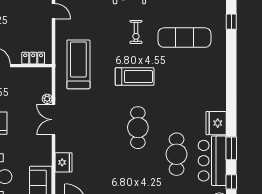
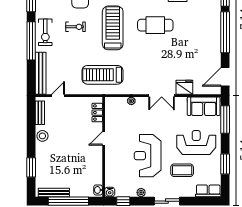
treadmill: (135, 77) -> (113, 28), width x1.37, depth x1.38
double door: (54, 120) -> (162, 96), moved

